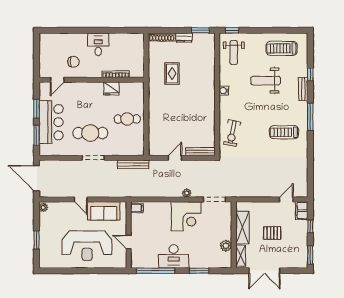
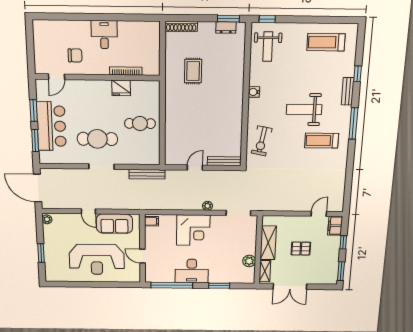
dresser: (184, 38) -> (226, 28), moved
weight bench: (266, 81) -> (304, 109), moved
corner desk: (186, 216) -> (193, 230), moved

